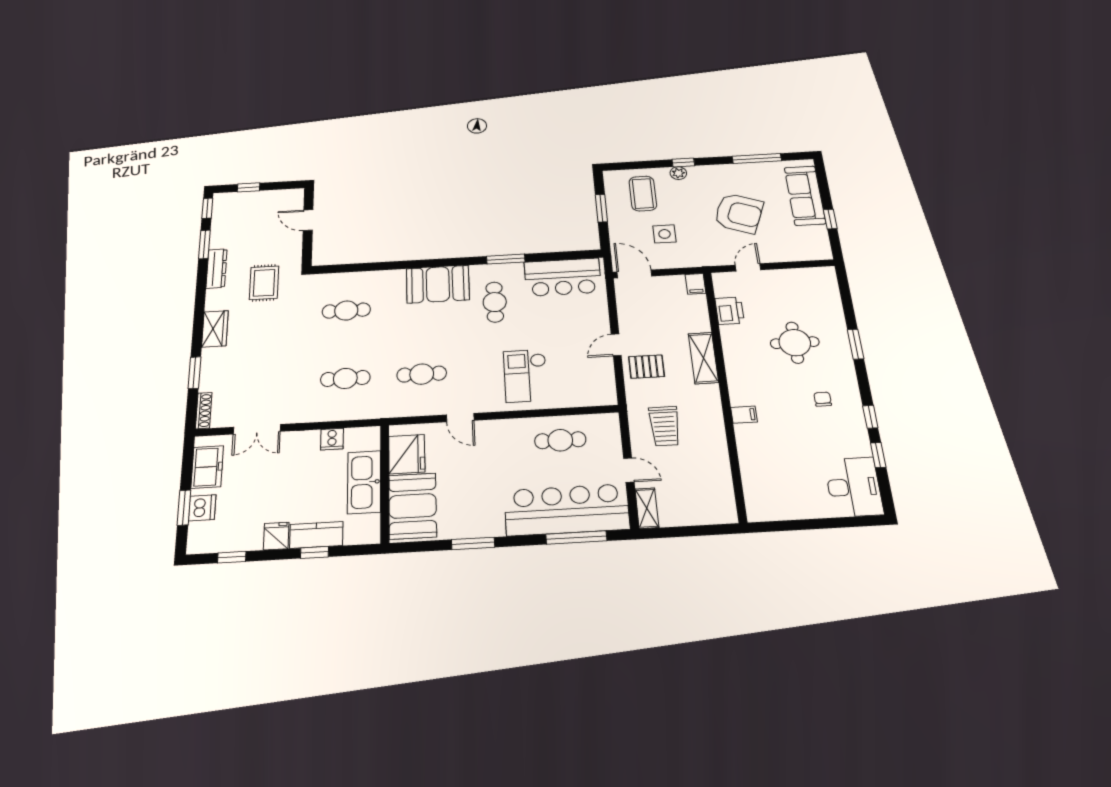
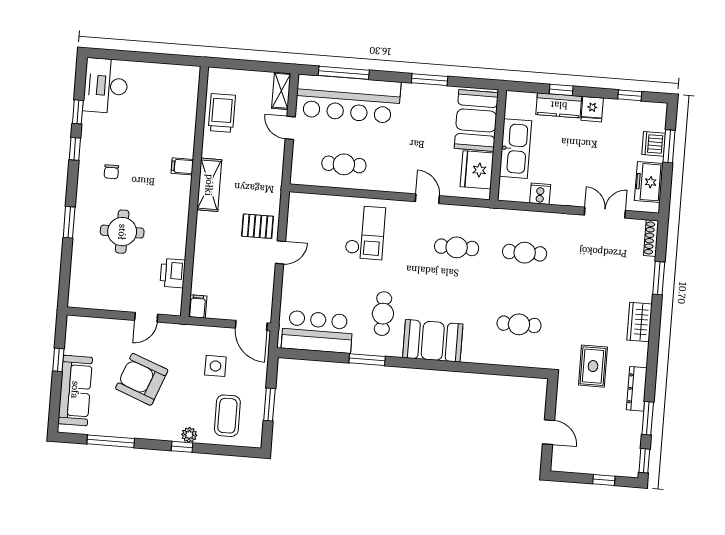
shelving: (703, 358) -> (209, 185), moved
trolley: (665, 426) -> (222, 113), moved

